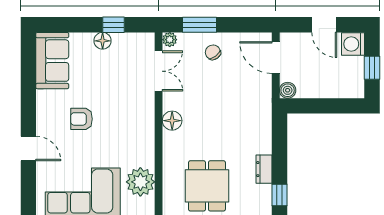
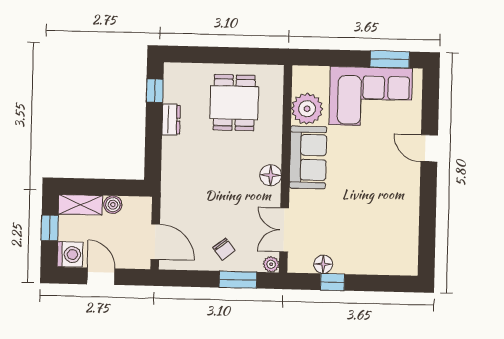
floor lamp: (103, 41) -> (323, 264), moved
sofa: (52, 61) -> (308, 157), moved, turned 180
shelving: (345, 89) -> (80, 205), added
boiler: (288, 90) -> (113, 205), moved
armchair: (81, 119) -> (370, 179), removed

